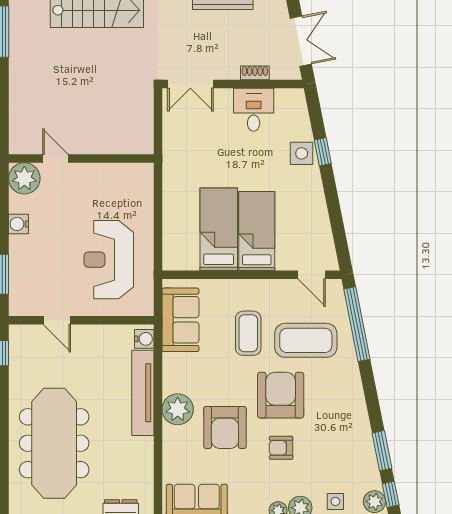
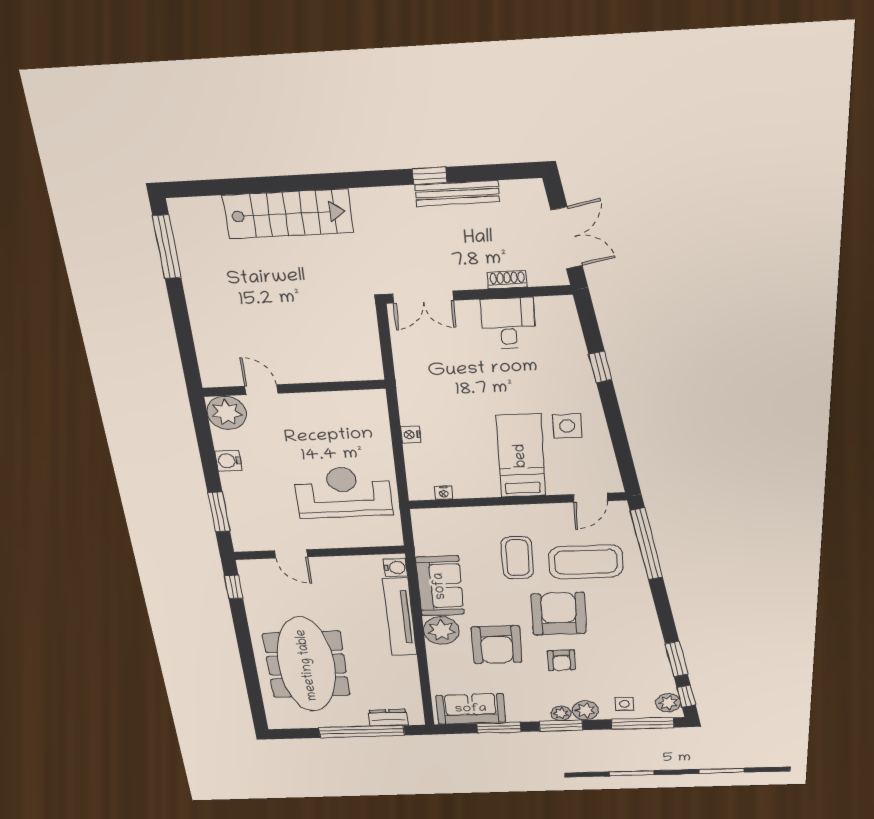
side table: (302, 153) -> (567, 426), moved
nightstand: (170, 206) -> (411, 435), added
bed: (219, 229) -> (474, 456), removed
reception desk: (109, 260) -> (343, 492), turned 90
nightstand: (191, 264) -> (444, 493), added
door: (312, 275) -> (591, 498), hinge flipped
sofa: (180, 320) -> (440, 586), moved
armchair: (281, 448) -> (562, 660), turned -90

